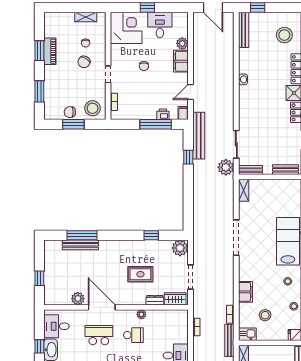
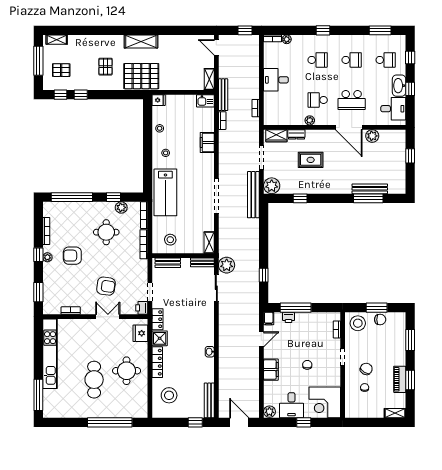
shelving: (86, 17) -> (395, 413), moved
plant: (182, 43) -> (269, 412), moved
bench: (199, 136) -> (253, 195), moved
stool: (265, 315) -> (170, 240), moved

